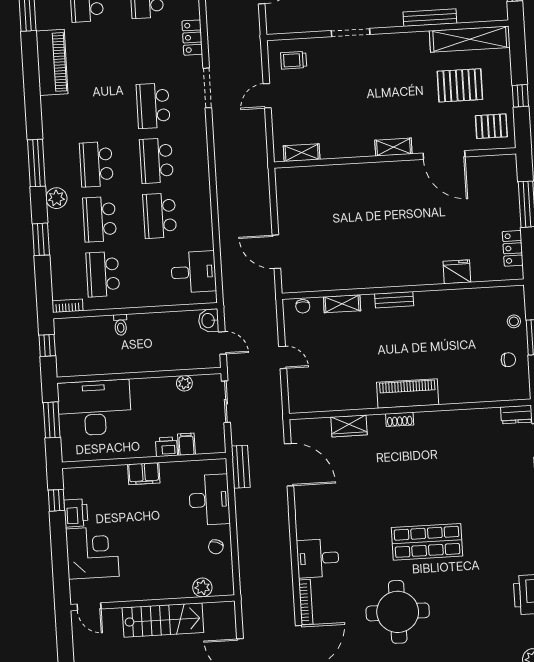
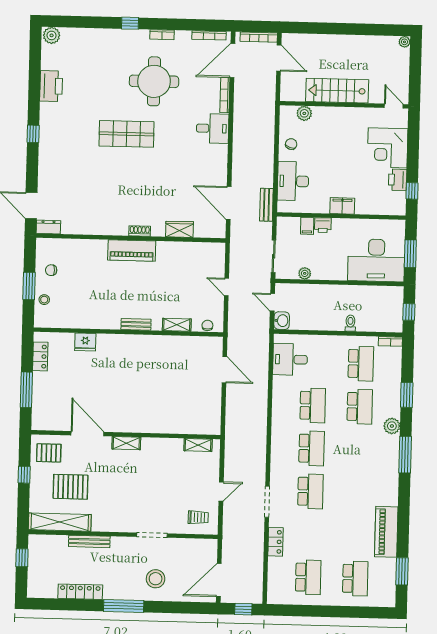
school desk: (96, 164) -> (359, 450), removed

